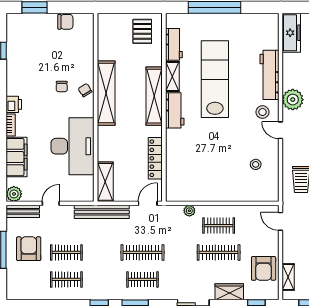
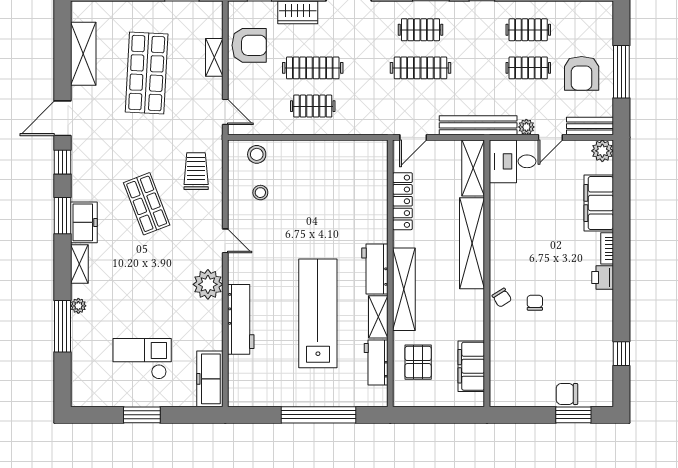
chair: (65, 22) -> (567, 394), moved
pallet: (142, 31) -> (418, 362), moved
filing cabinet: (107, 42) -> (471, 366), added
lab bench: (215, 79) -> (318, 313), turned 180
shelving: (106, 93) -> (472, 243), moved
stool: (262, 112) -> (257, 154), moved
desk: (72, 146) -> (513, 161), moved, width x0.53, depth x0.77
plant: (189, 211) -> (526, 127), moved
armchair: (264, 268) -> (249, 45), turned 90
shelving: (288, 277) -> (214, 57), moved

